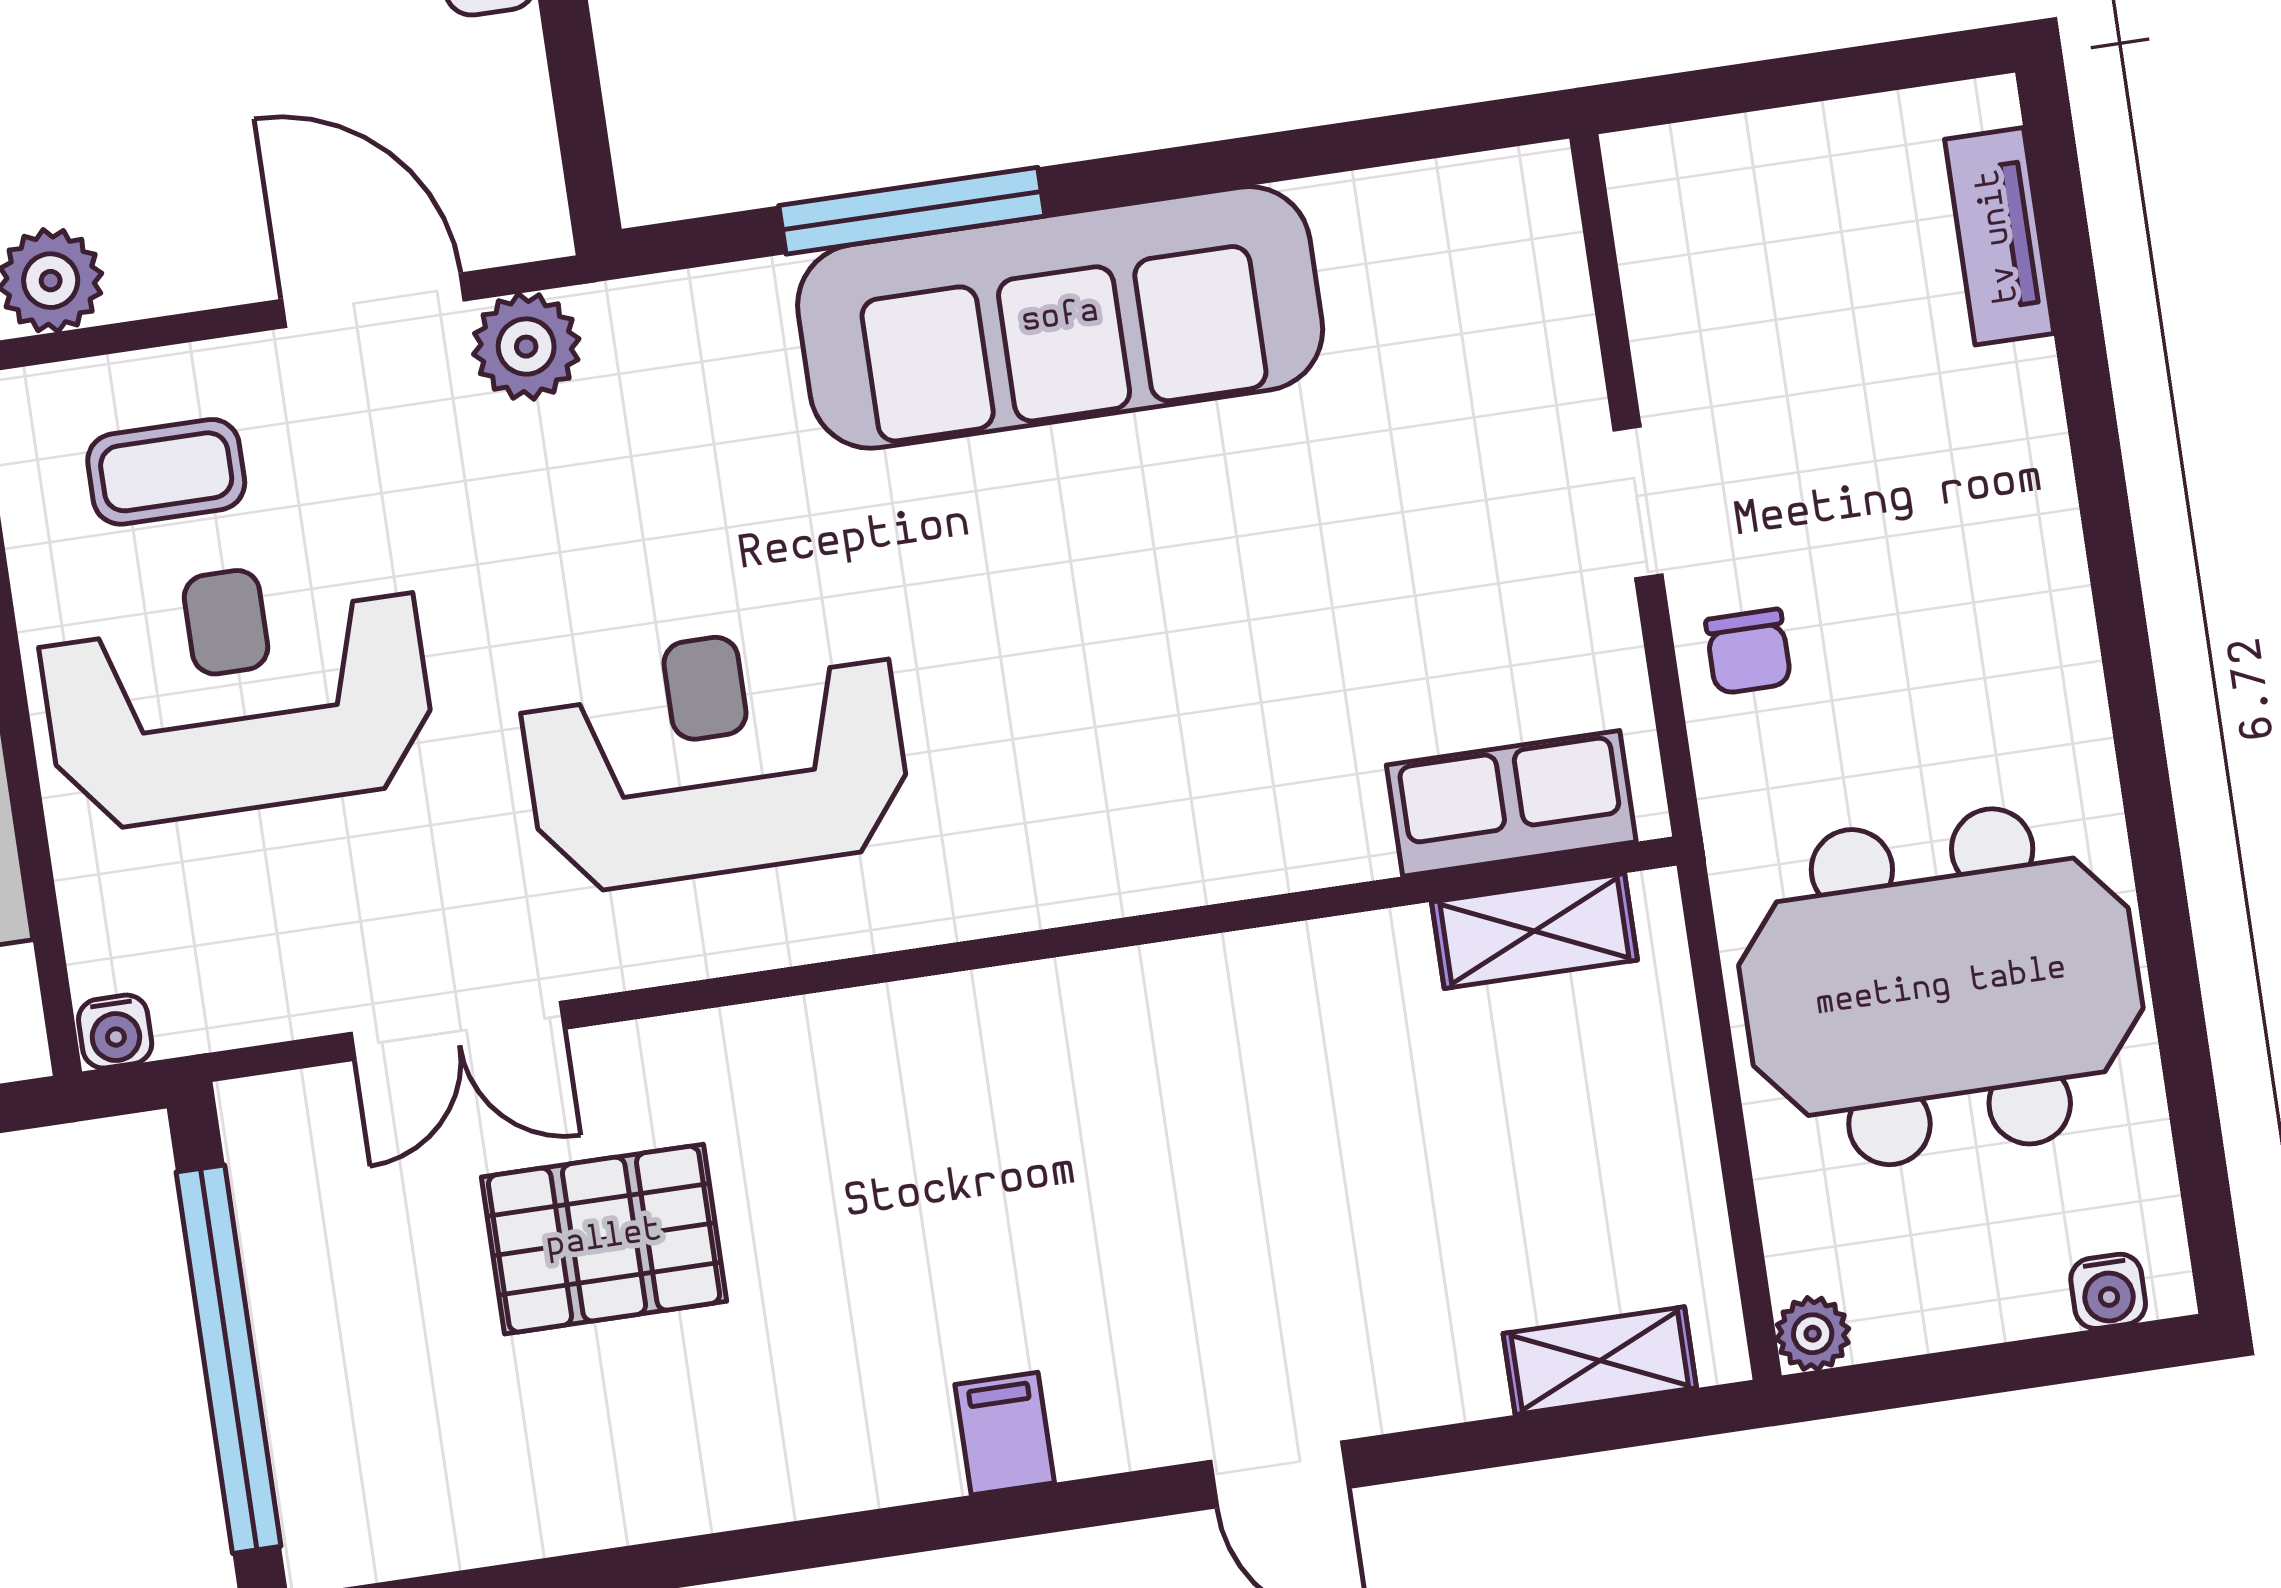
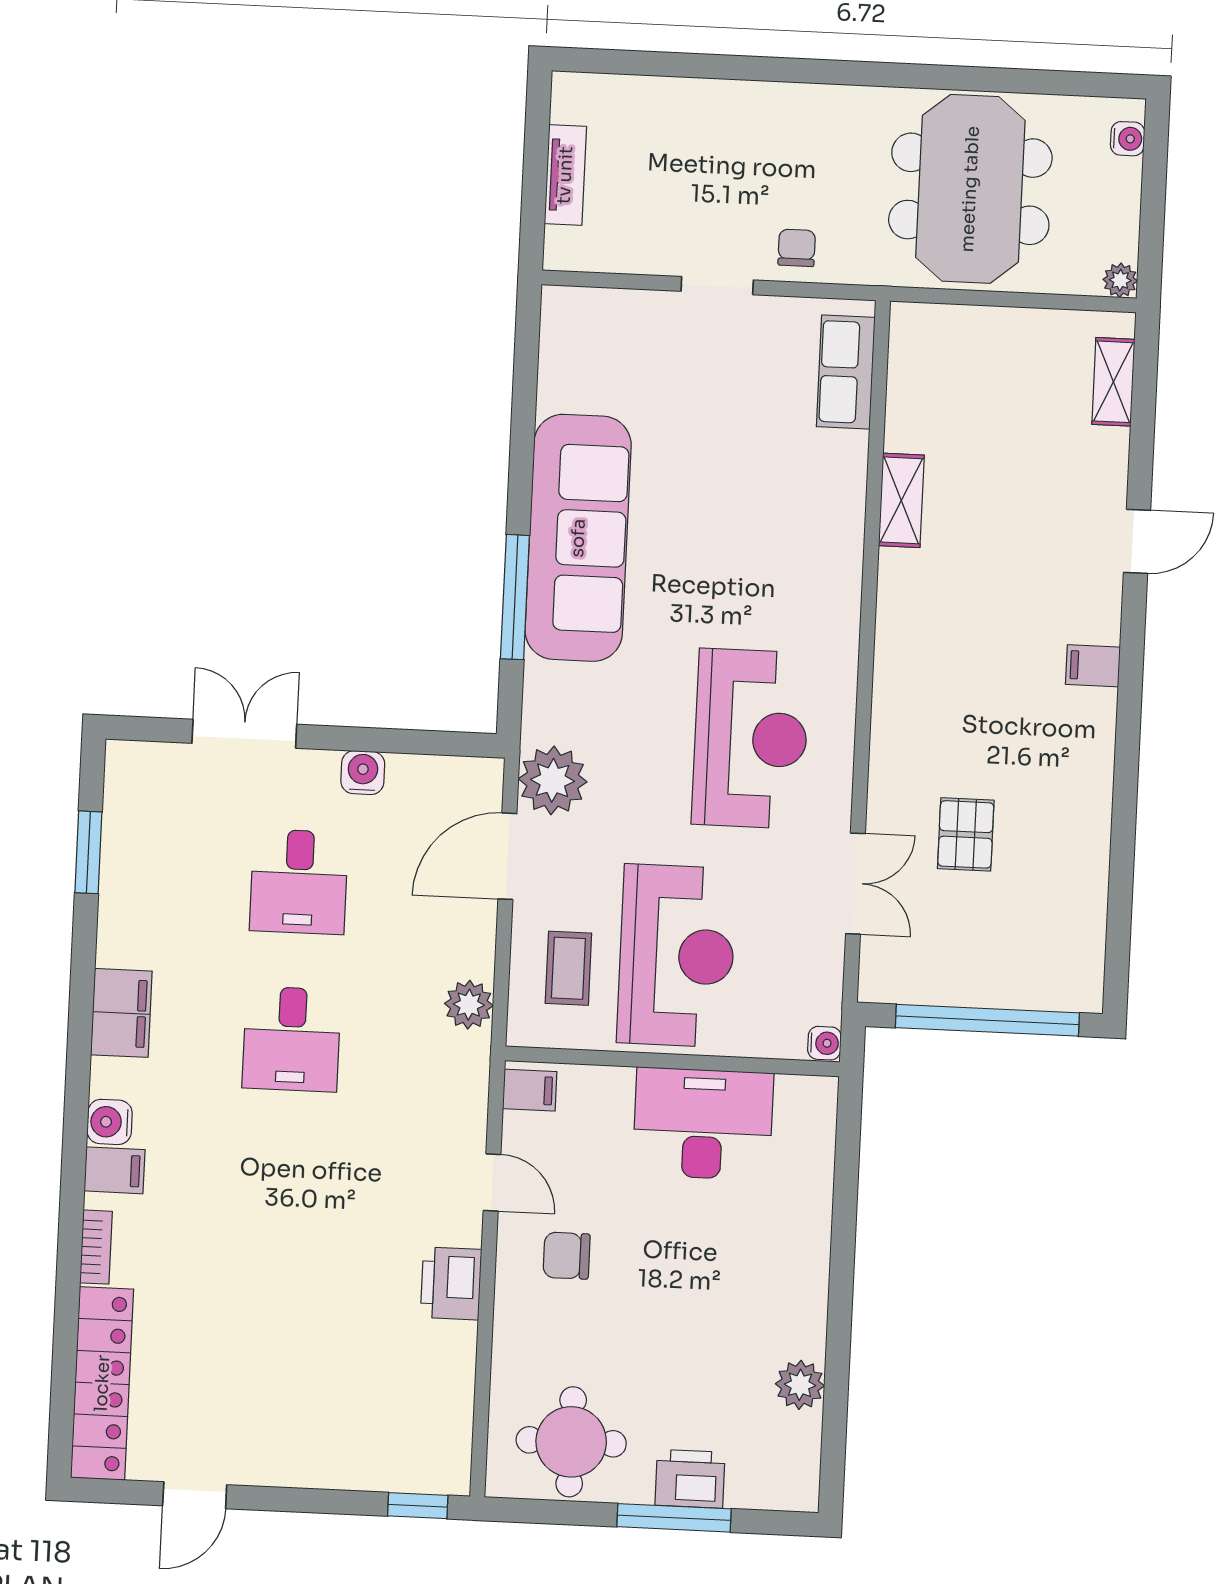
tv unit: (1999, 236) -> (565, 175), moved, turned -90
plant: (526, 347) -> (553, 780), width x1.36, depth x1.36
chair: (1748, 652) -> (797, 248), turned -90
reception desk: (236, 690) -> (677, 956), turned 180
reception desk: (715, 755) -> (751, 739), turned 180
shelving: (1534, 931) -> (901, 500), moved
pallet: (604, 1239) -> (966, 834), width x0.67, depth x0.71

